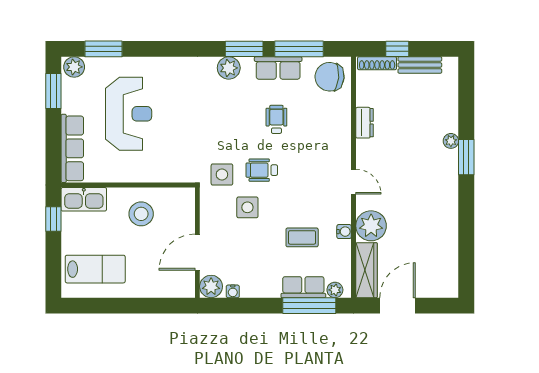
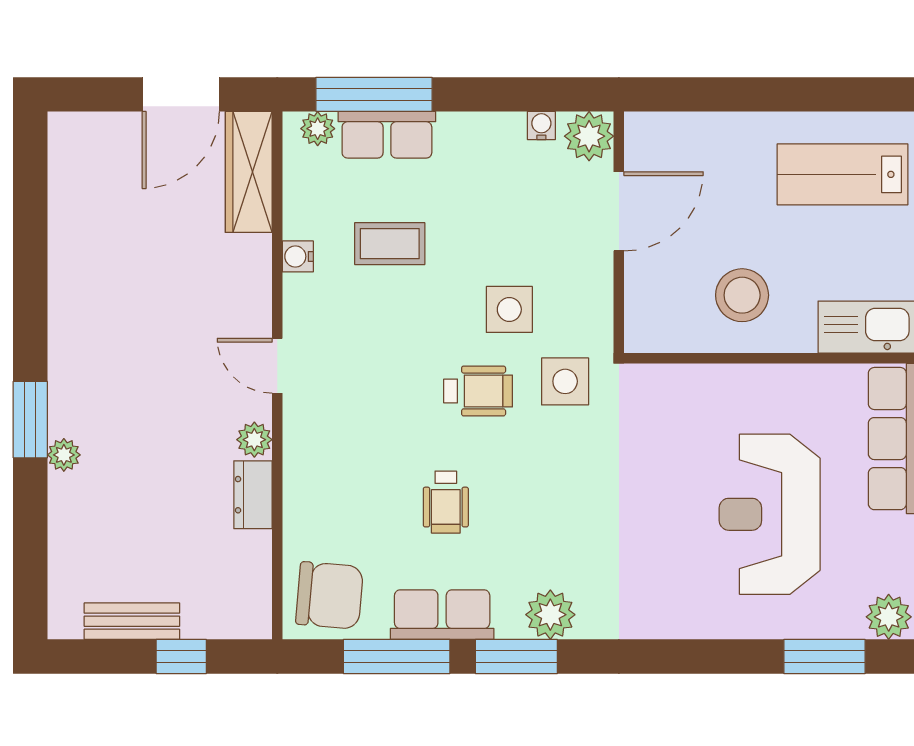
shoe rack: (377, 63) -> (226, 625), removed
plant: (371, 226) -> (254, 440), moved, width x0.53, depth x0.53

